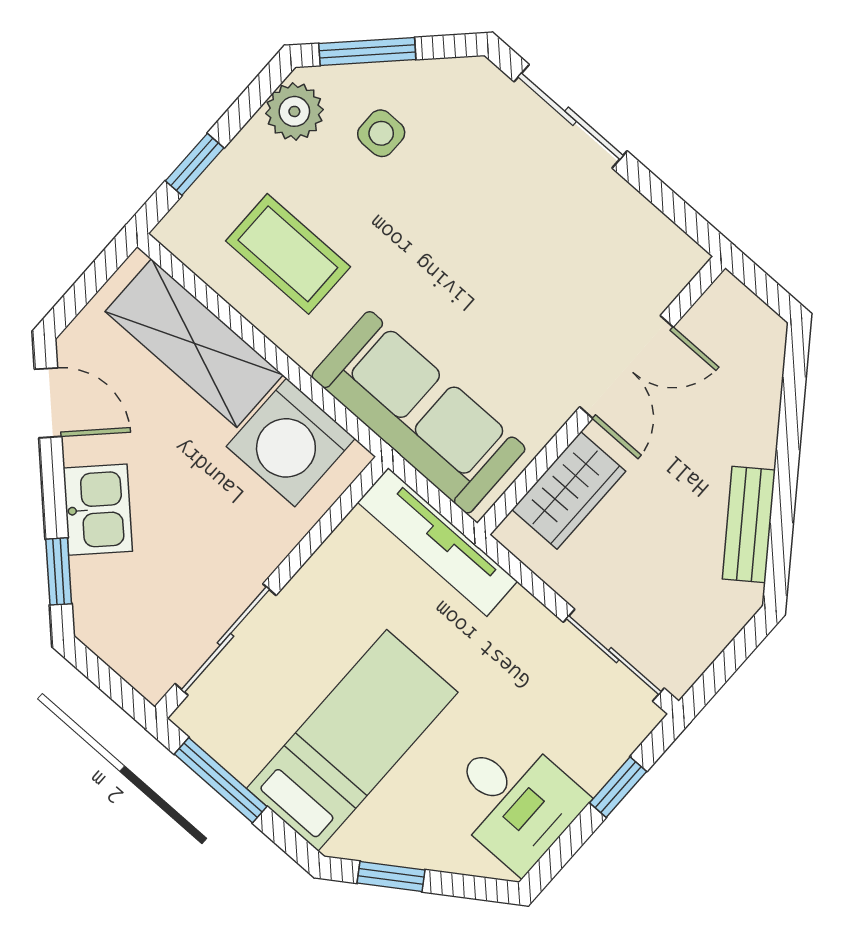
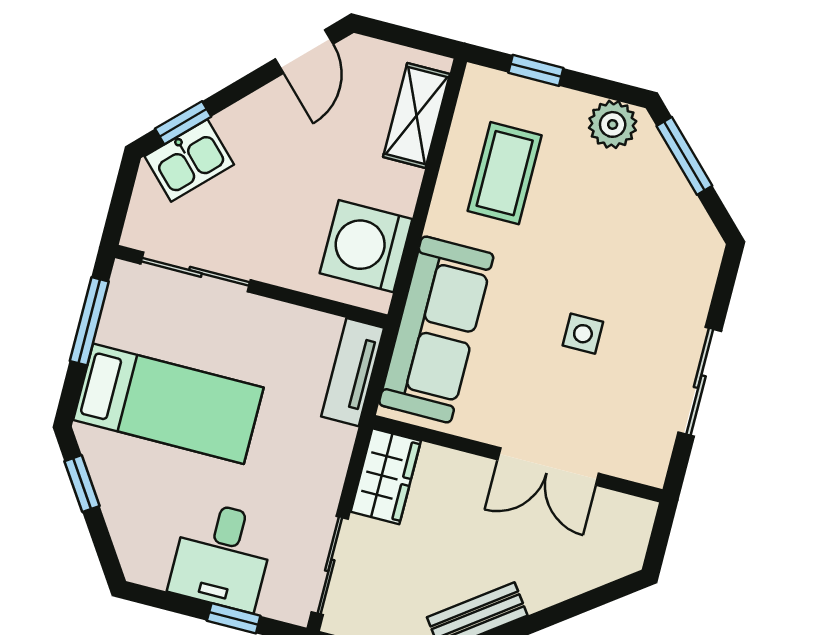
sliding door: (571, 116) -> (700, 382), moved
side table: (381, 133) -> (583, 334), moved
shelving: (194, 343) -> (416, 116), width x0.67, depth x0.75
wardrobe: (569, 491) -> (386, 476), moved, turned -90
kitchen sink: (98, 510) -> (189, 160), moved
tv unit: (438, 542) -> (353, 372), width x0.71
desk: (514, 801) -> (222, 556), moved

